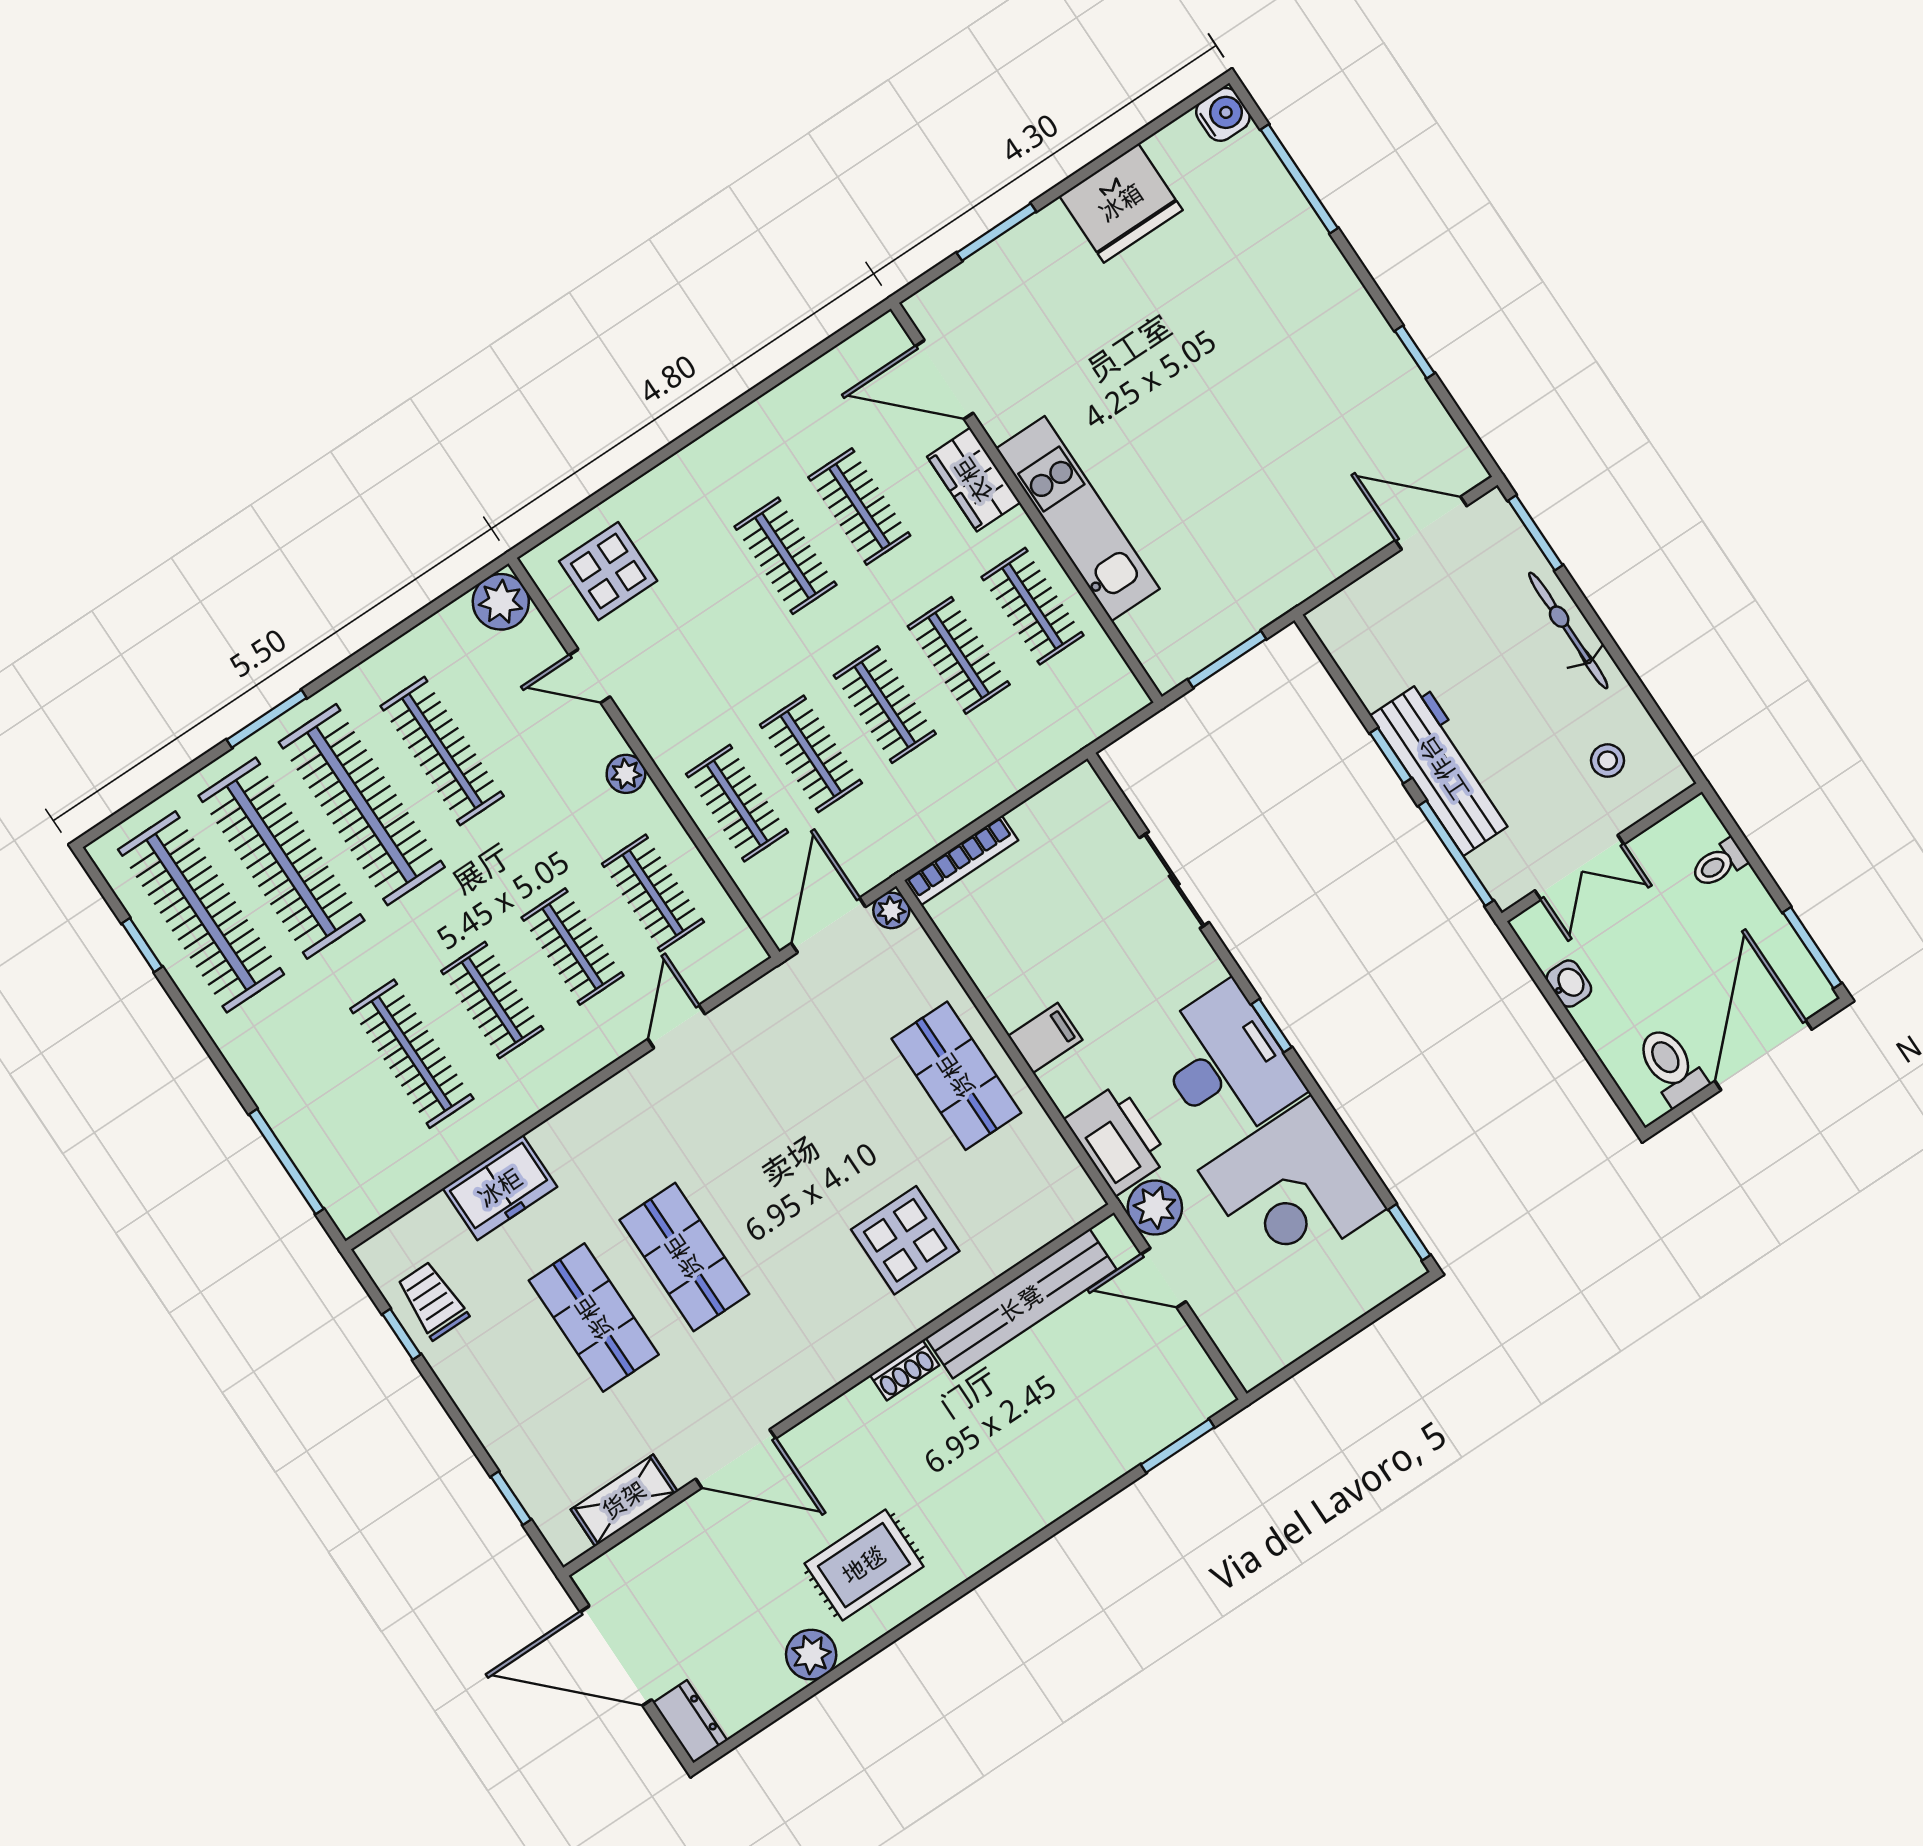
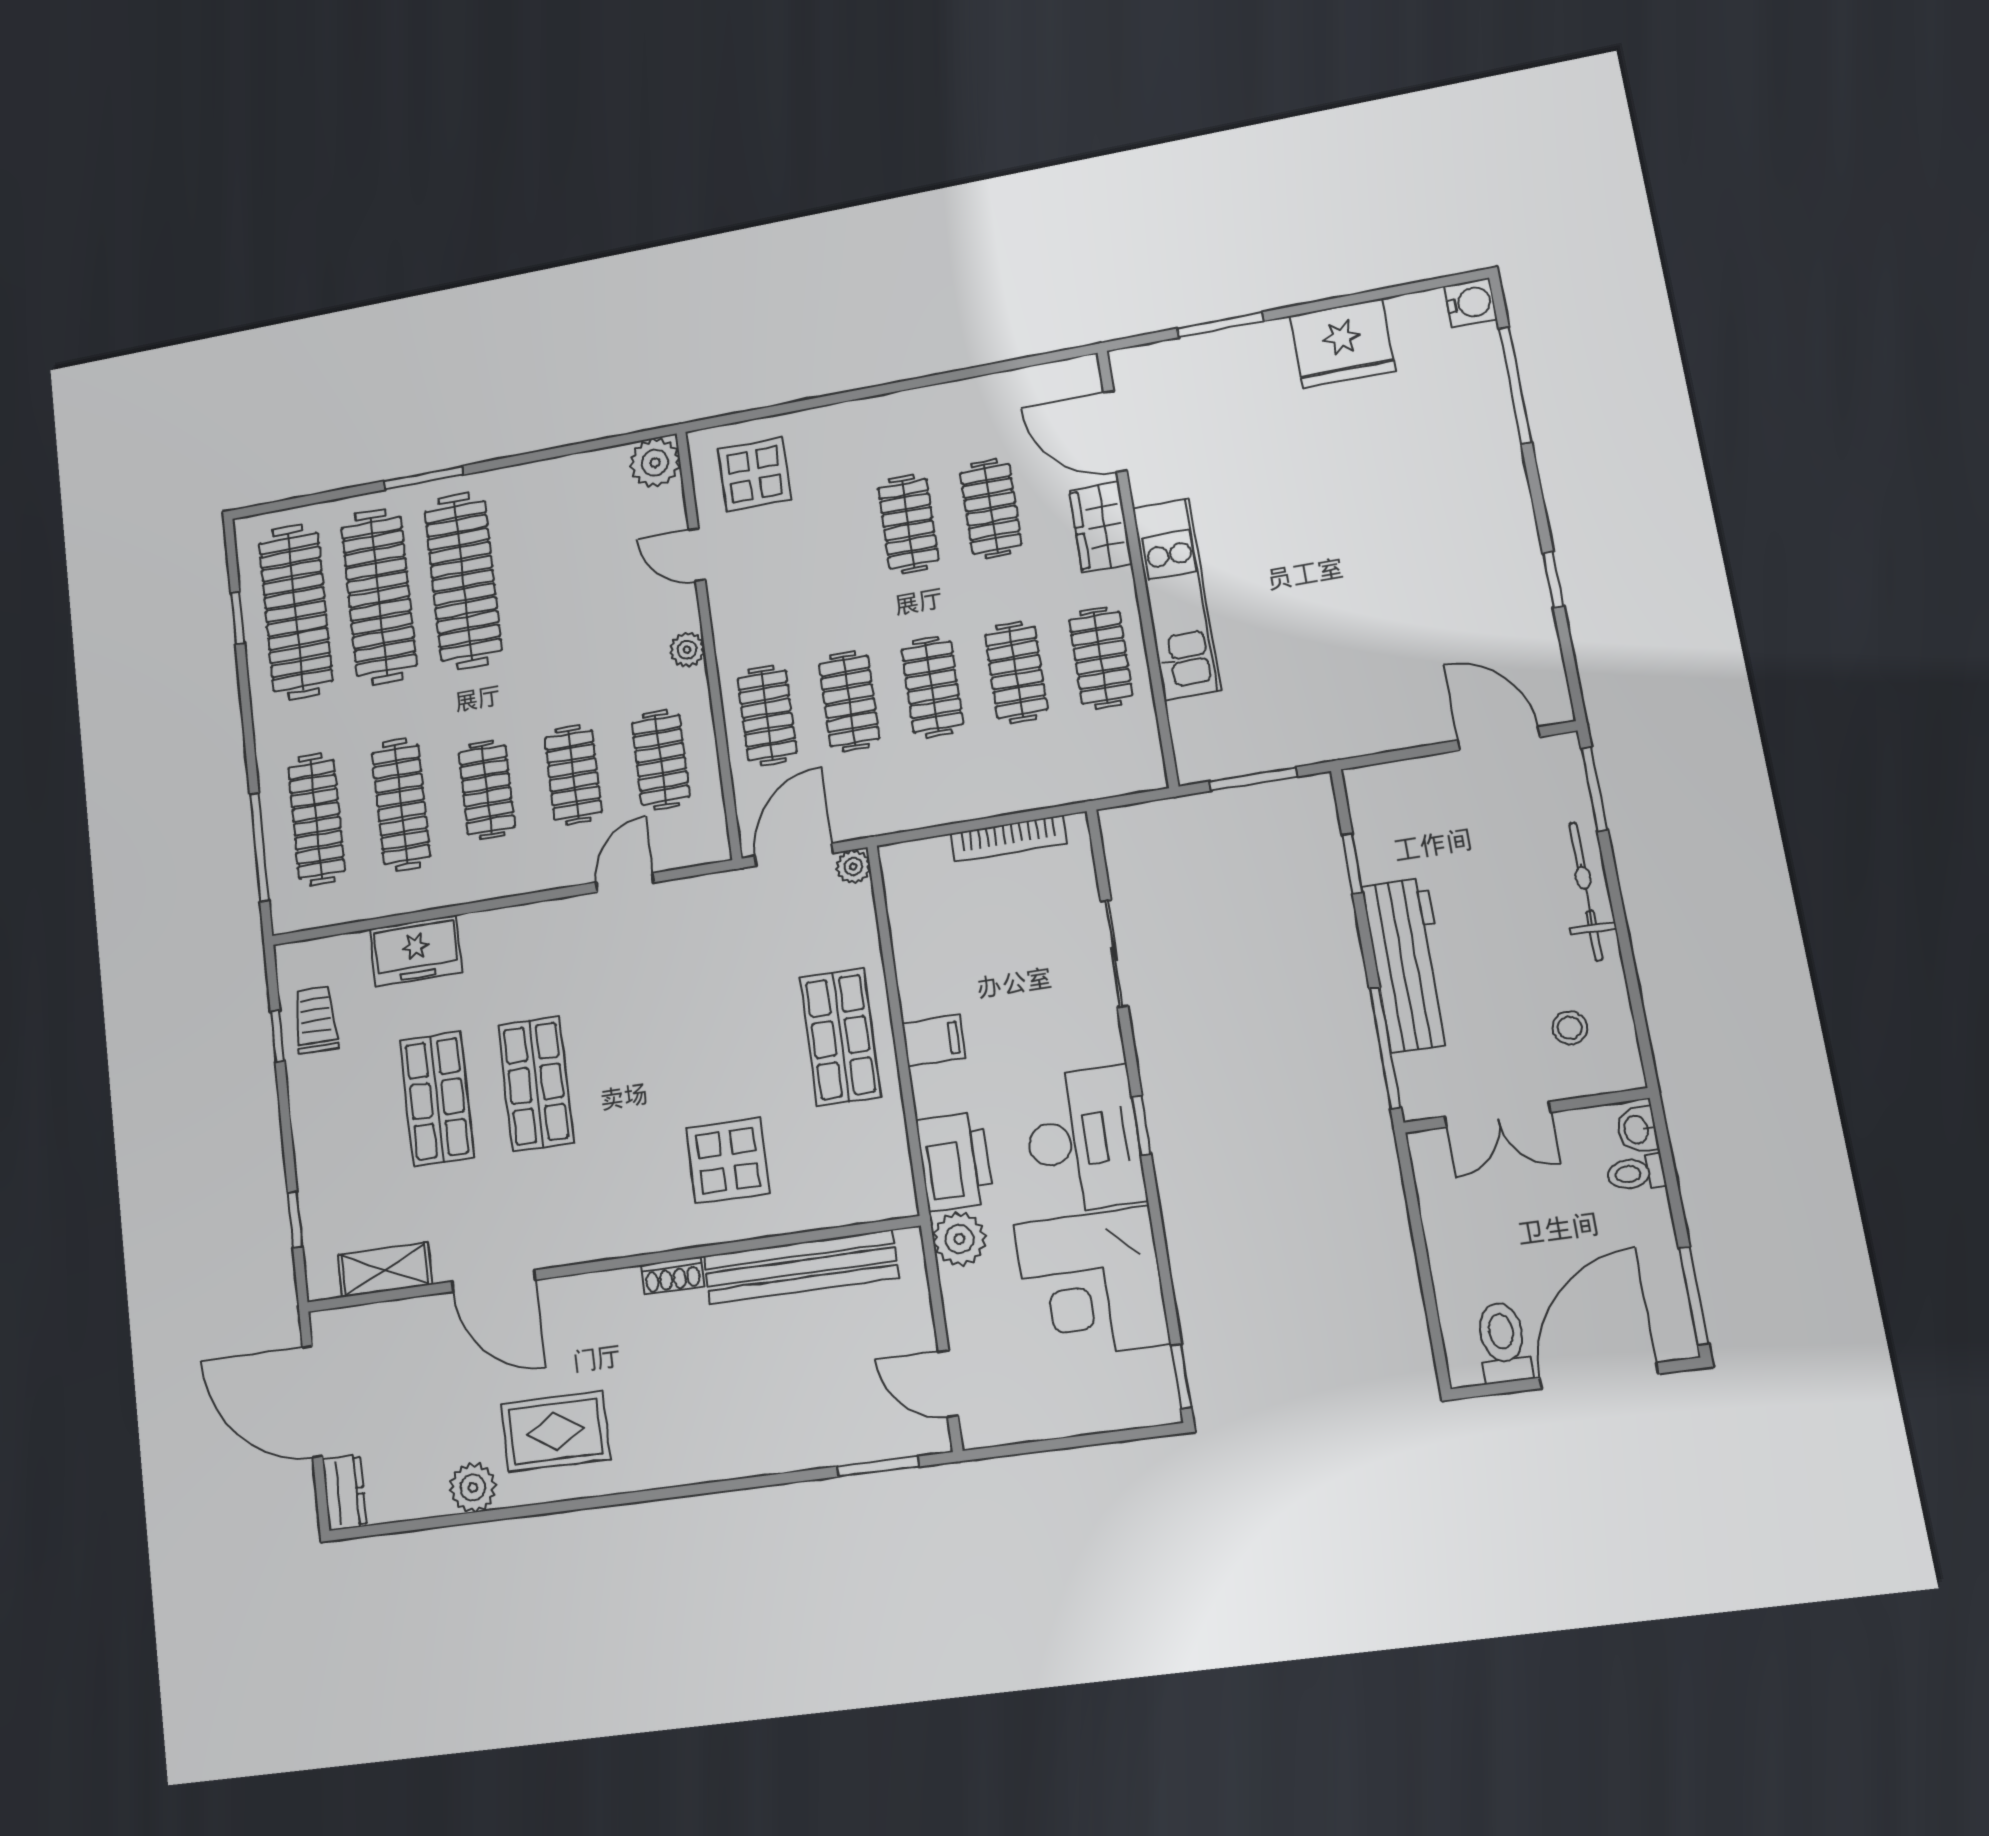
clothes rail: (442, 751) -> (316, 819), moved
window: (1391, 756) -> (1352, 864), moved
bookcase: (961, 860) -> (1009, 838), moved
washbasin: (1569, 984) -> (1637, 1129), moved, turned 180
door: (1164, 1278) -> (948, 1384), moved

